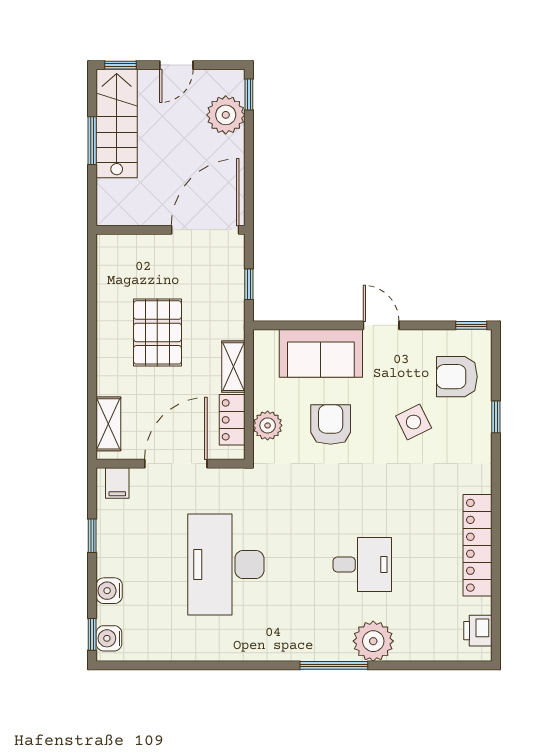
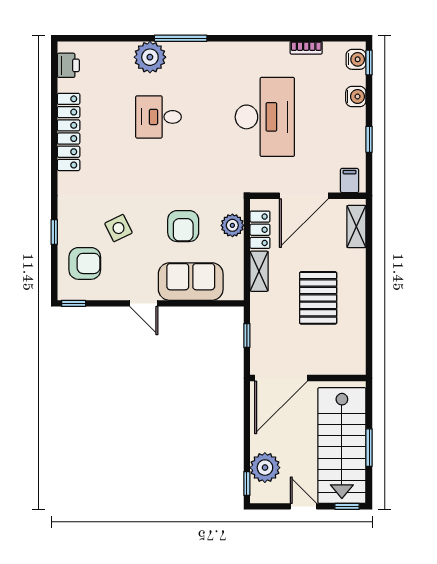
door: (176, 65) -> (303, 506), hinge flipped
stairs: (117, 123) -> (342, 445), width x1.36, depth x1.51
bookcase: (173, 653) -> (306, 48), added

